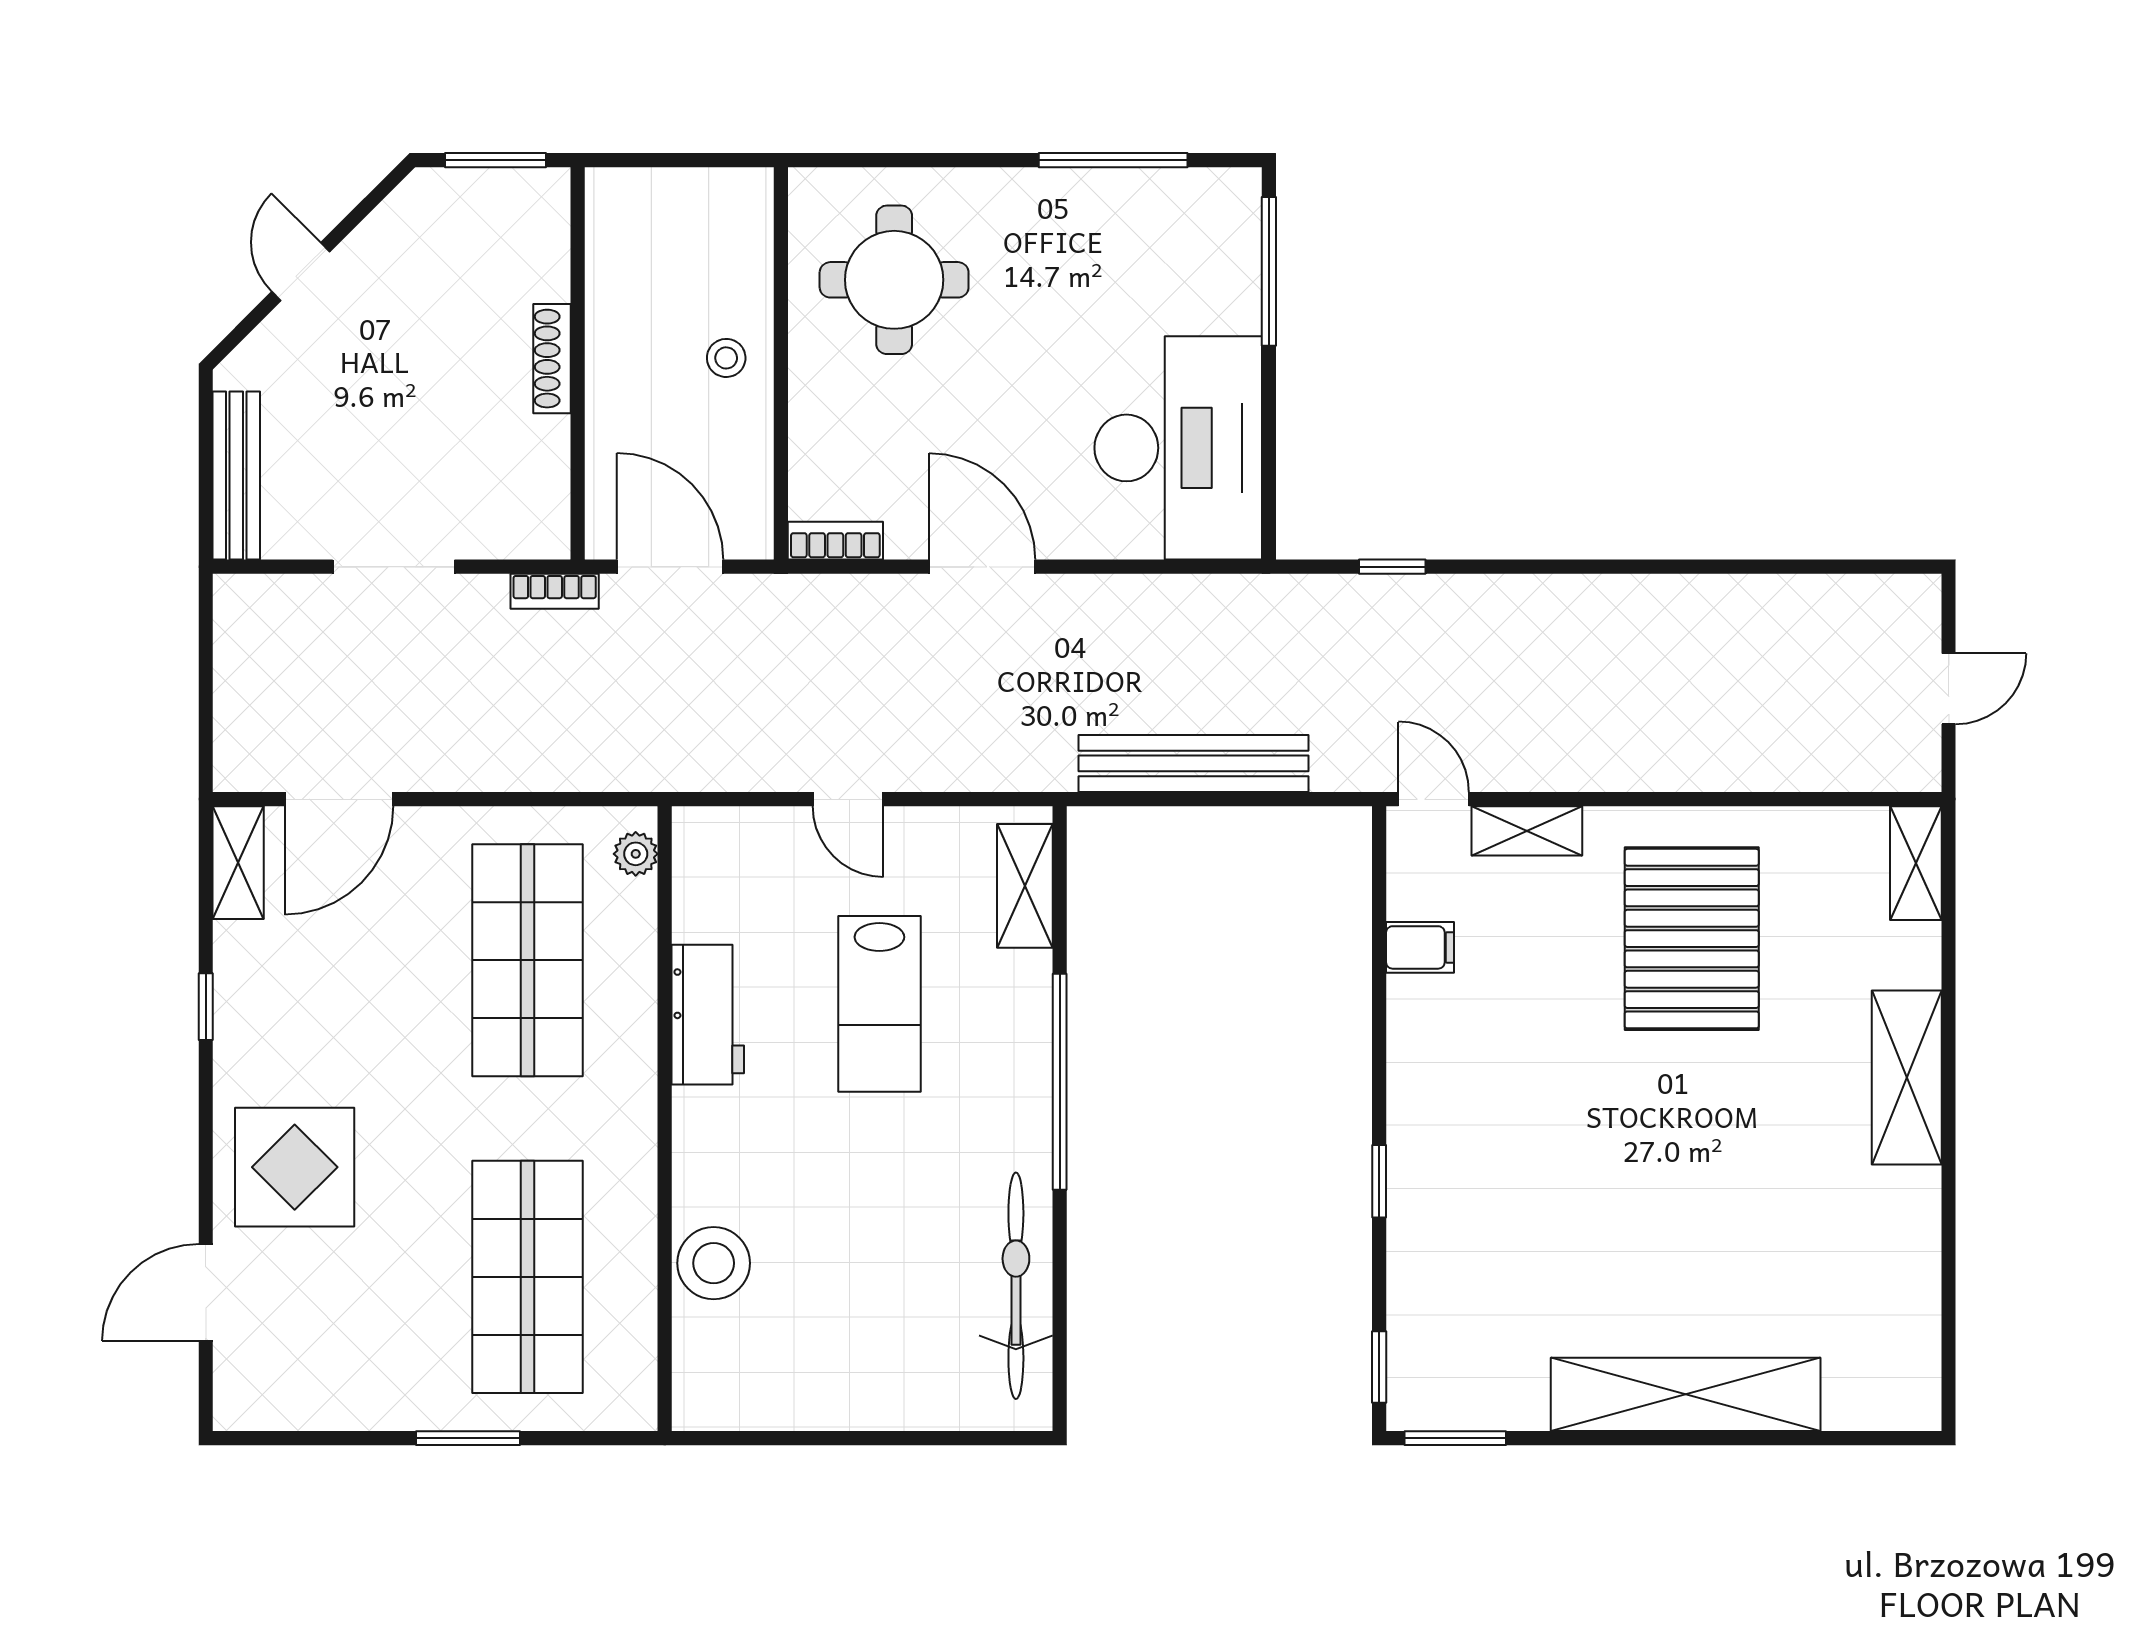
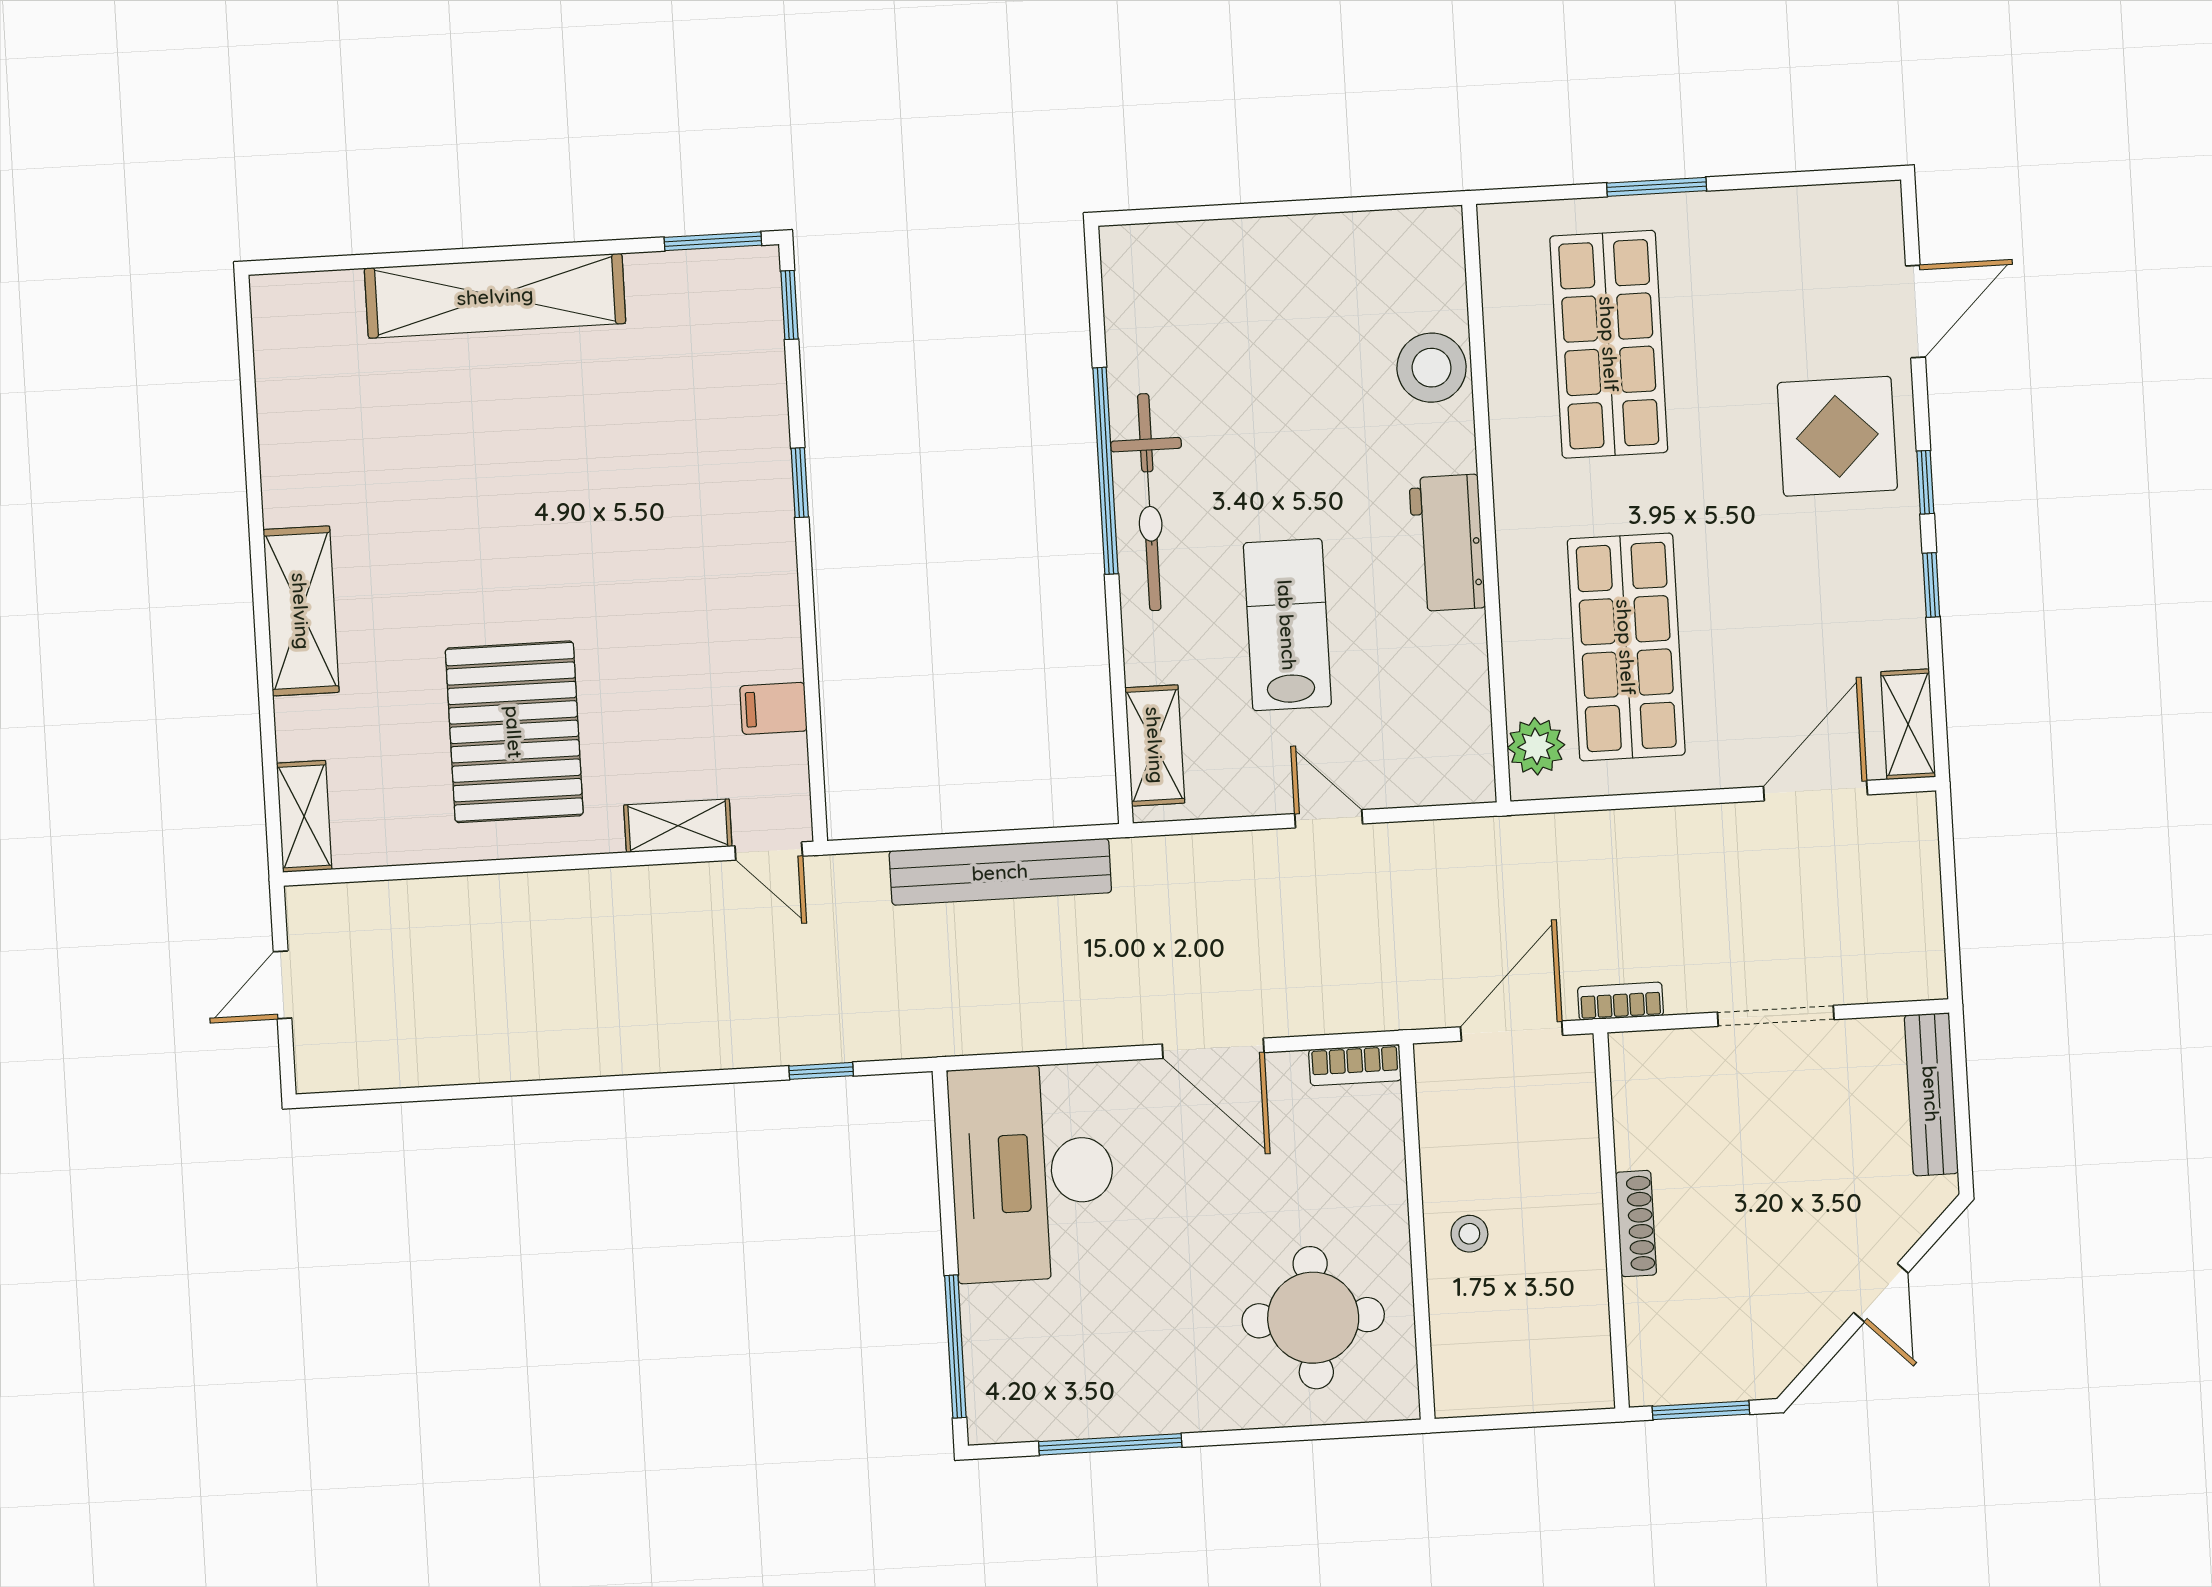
door: (670, 567) -> (1512, 1031), swing flipped
plant: (636, 854) -> (1536, 746), width x1.38, depth x1.38
workbench: (708, 1015) -> (1447, 543), moved
window: (1060, 1082) -> (1105, 471), moved
window: (206, 1114) -> (1925, 482), added
bicycle: (1016, 1286) -> (1149, 502), moved

